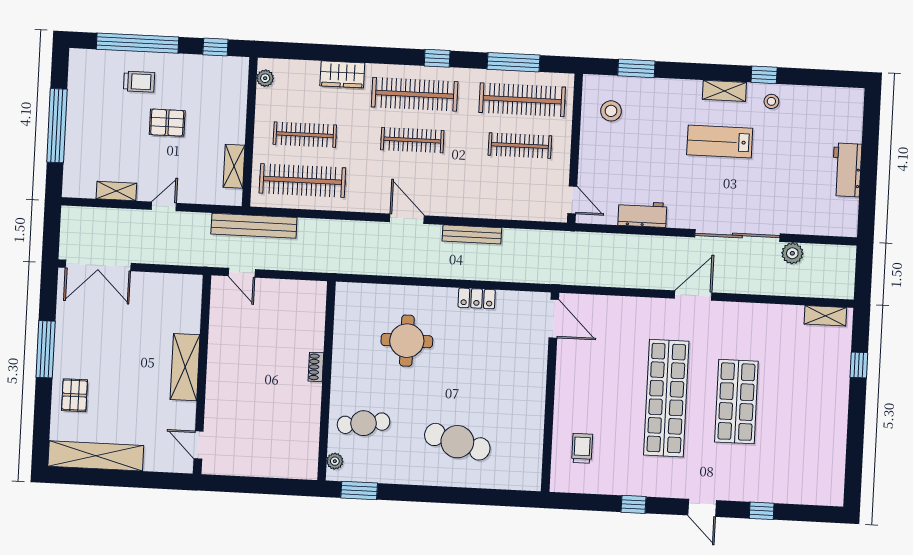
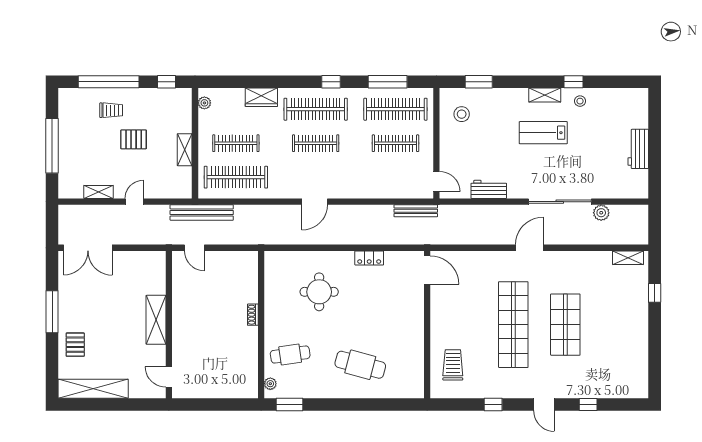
shelving: (234, 166) -> (185, 150), moved
door: (407, 219) -> (315, 202), swing flipped
bench: (472, 234) -> (416, 211), moved
trolley: (582, 448) -> (453, 365), width x1.36, depth x1.39

